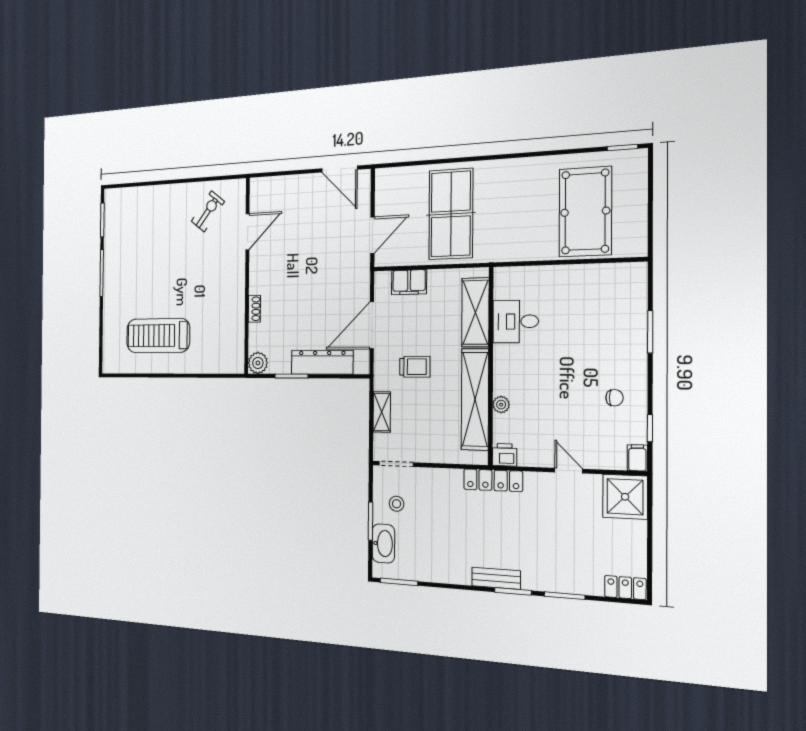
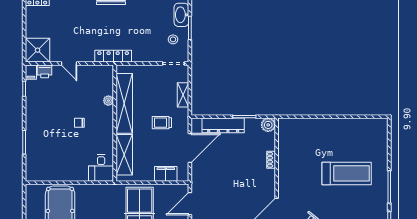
desk: (516, 321) -> (101, 168), moved, turned 90
treadmill: (158, 336) -> (347, 173), moved
chair: (615, 398) -> (79, 123), moved
printer: (504, 455) -> (45, 71), moved

